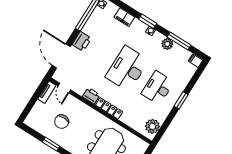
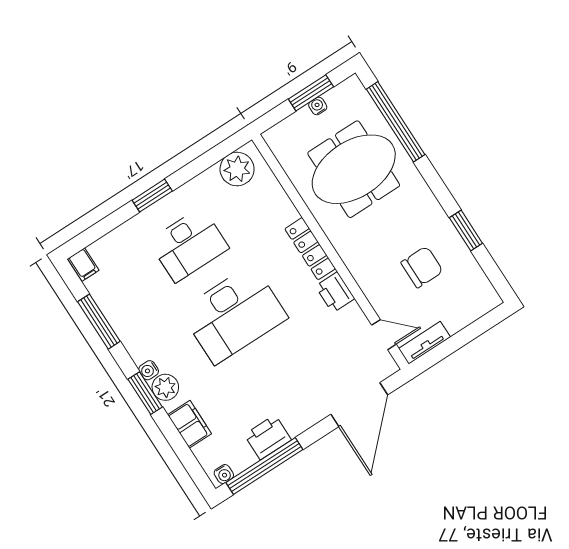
printer: (82, 41) -> (268, 437), moved
plant: (167, 44) -> (165, 387), moved
door: (64, 88) -> (384, 335), hinge flipped

